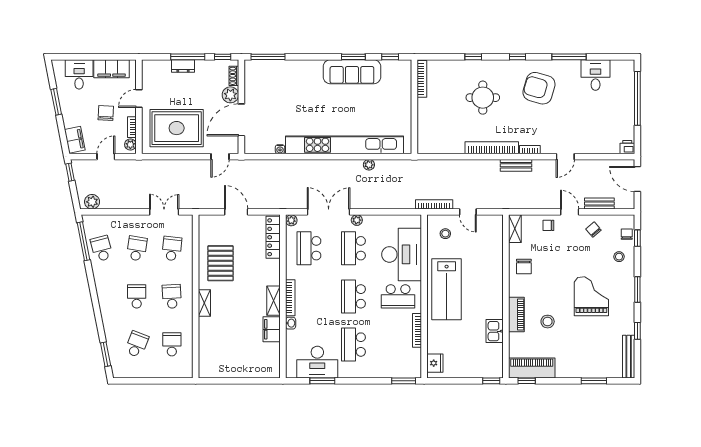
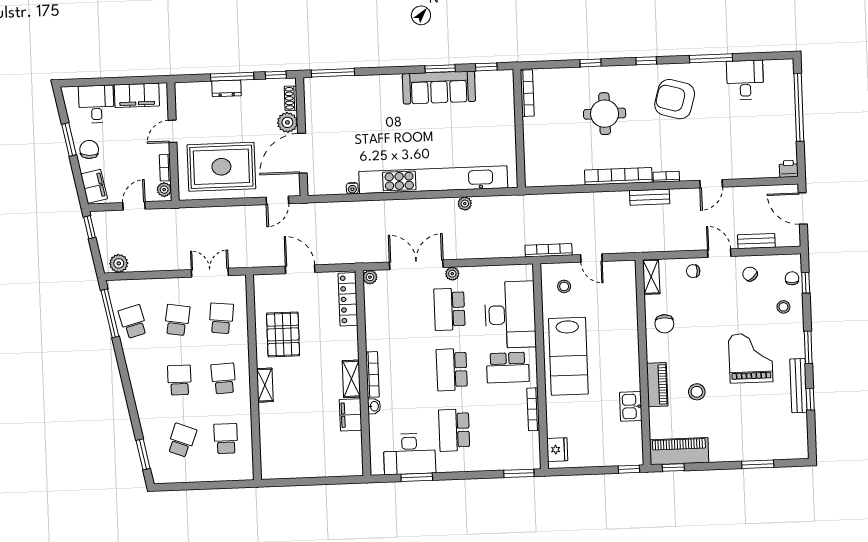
chair: (106, 113) -> (89, 149), moved
school desk: (309, 248) -> (394, 311), removed
bench: (629, 357) -> (799, 386), moved

